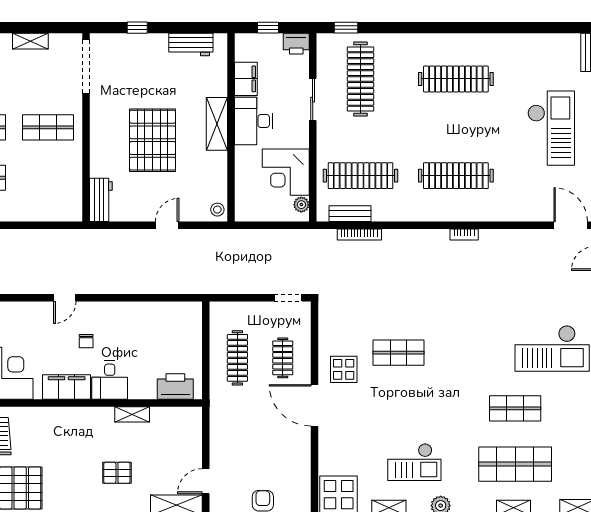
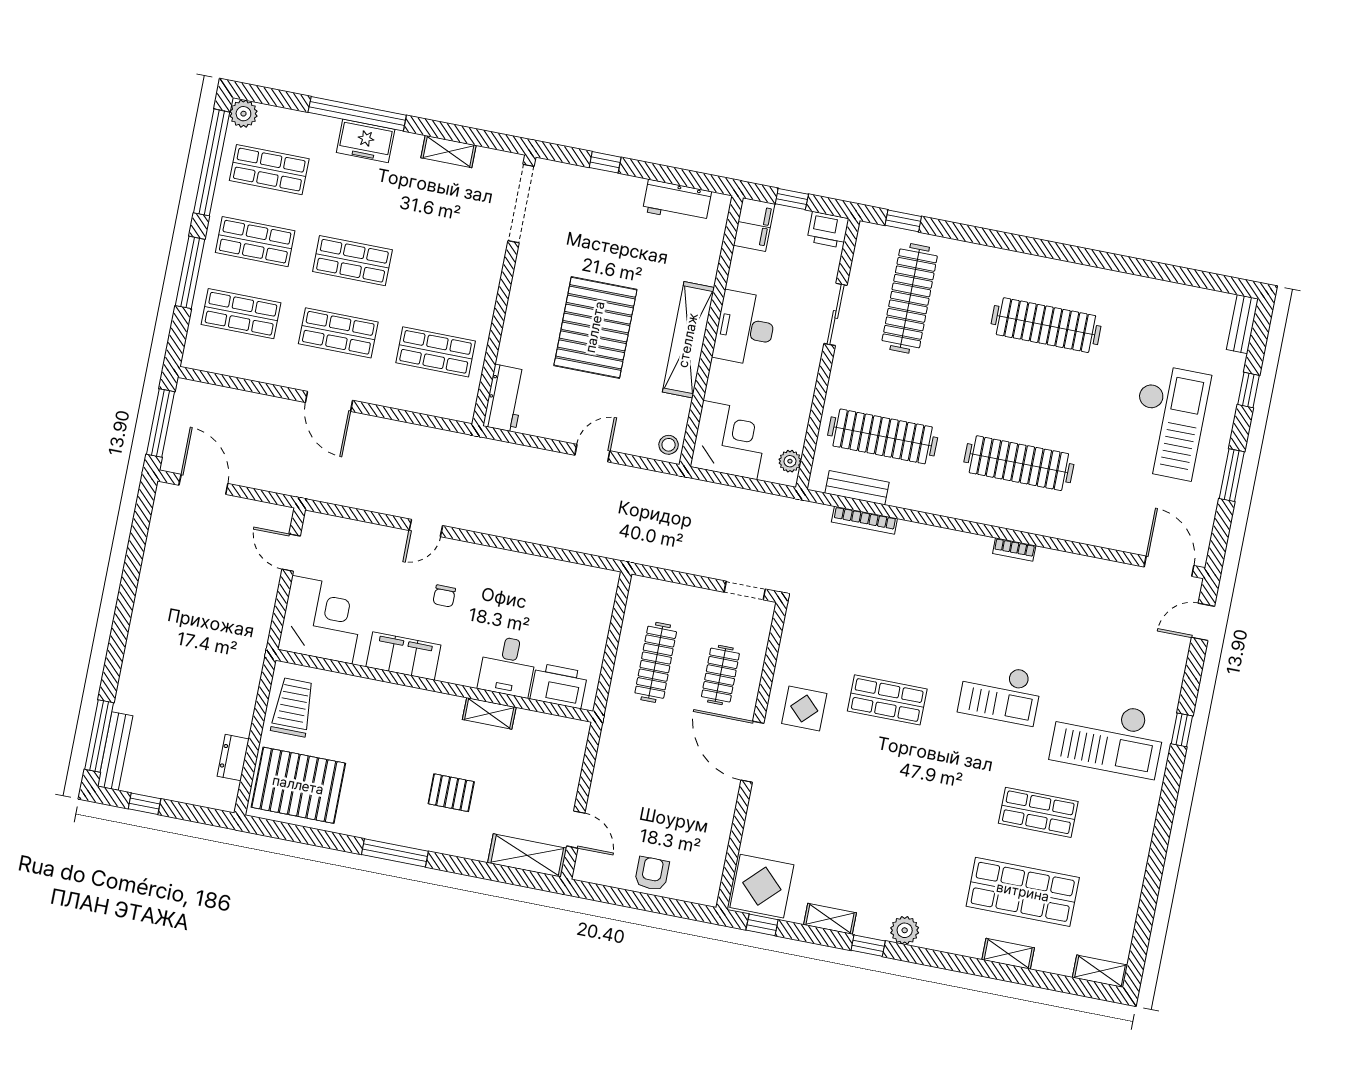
filing cabinet: (246, 79) -> (754, 225), moved
shelving: (217, 124) -> (688, 340), width x1.47
shop shelf: (48, 127) -> (436, 352), moved
corner desk: (286, 172) -> (730, 440), moved, turned 180
desk: (110, 380) -> (508, 666), moved
checkout: (414, 462) -> (1000, 693), moved
door: (206, 481) -> (576, 830), swing flipped

